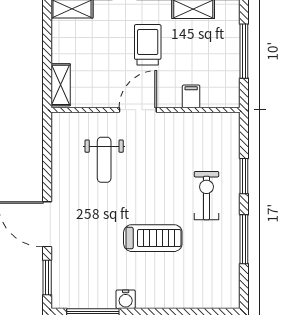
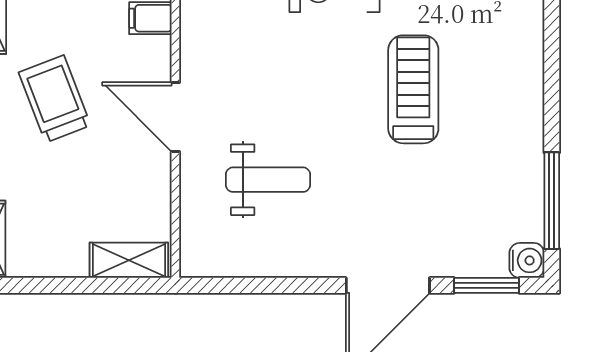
trolley: (148, 45) -> (55, 99), turned 69
water cooler: (126, 299) -> (527, 260), moved

